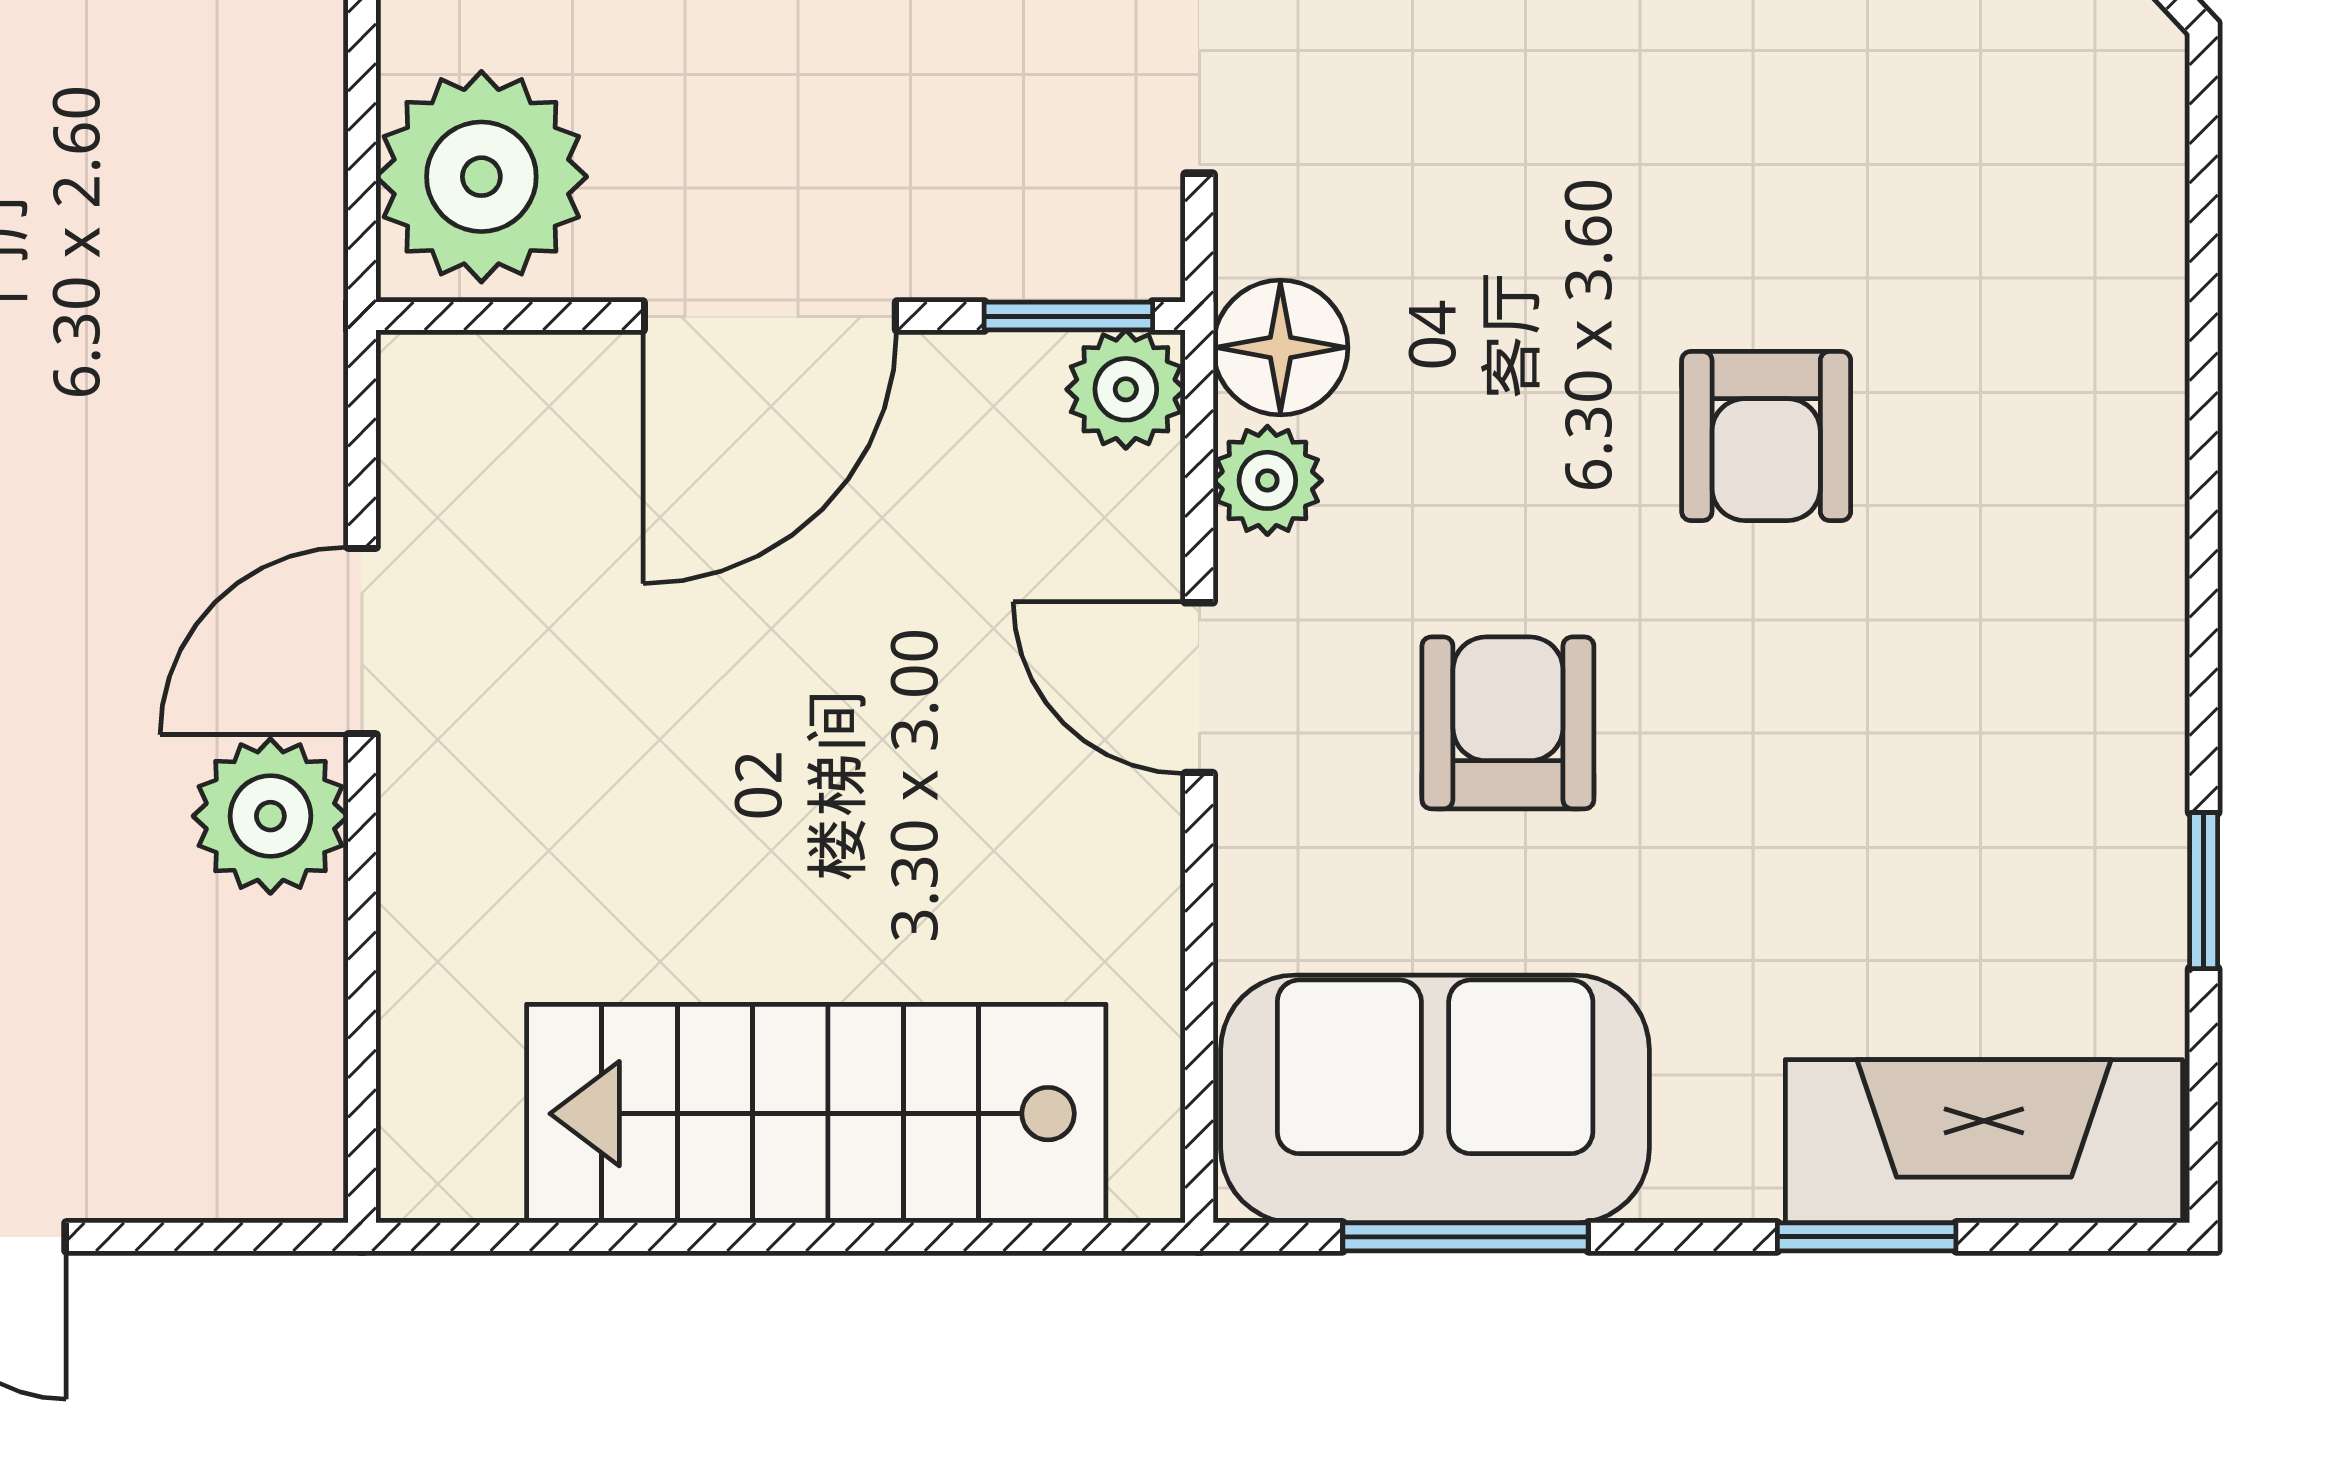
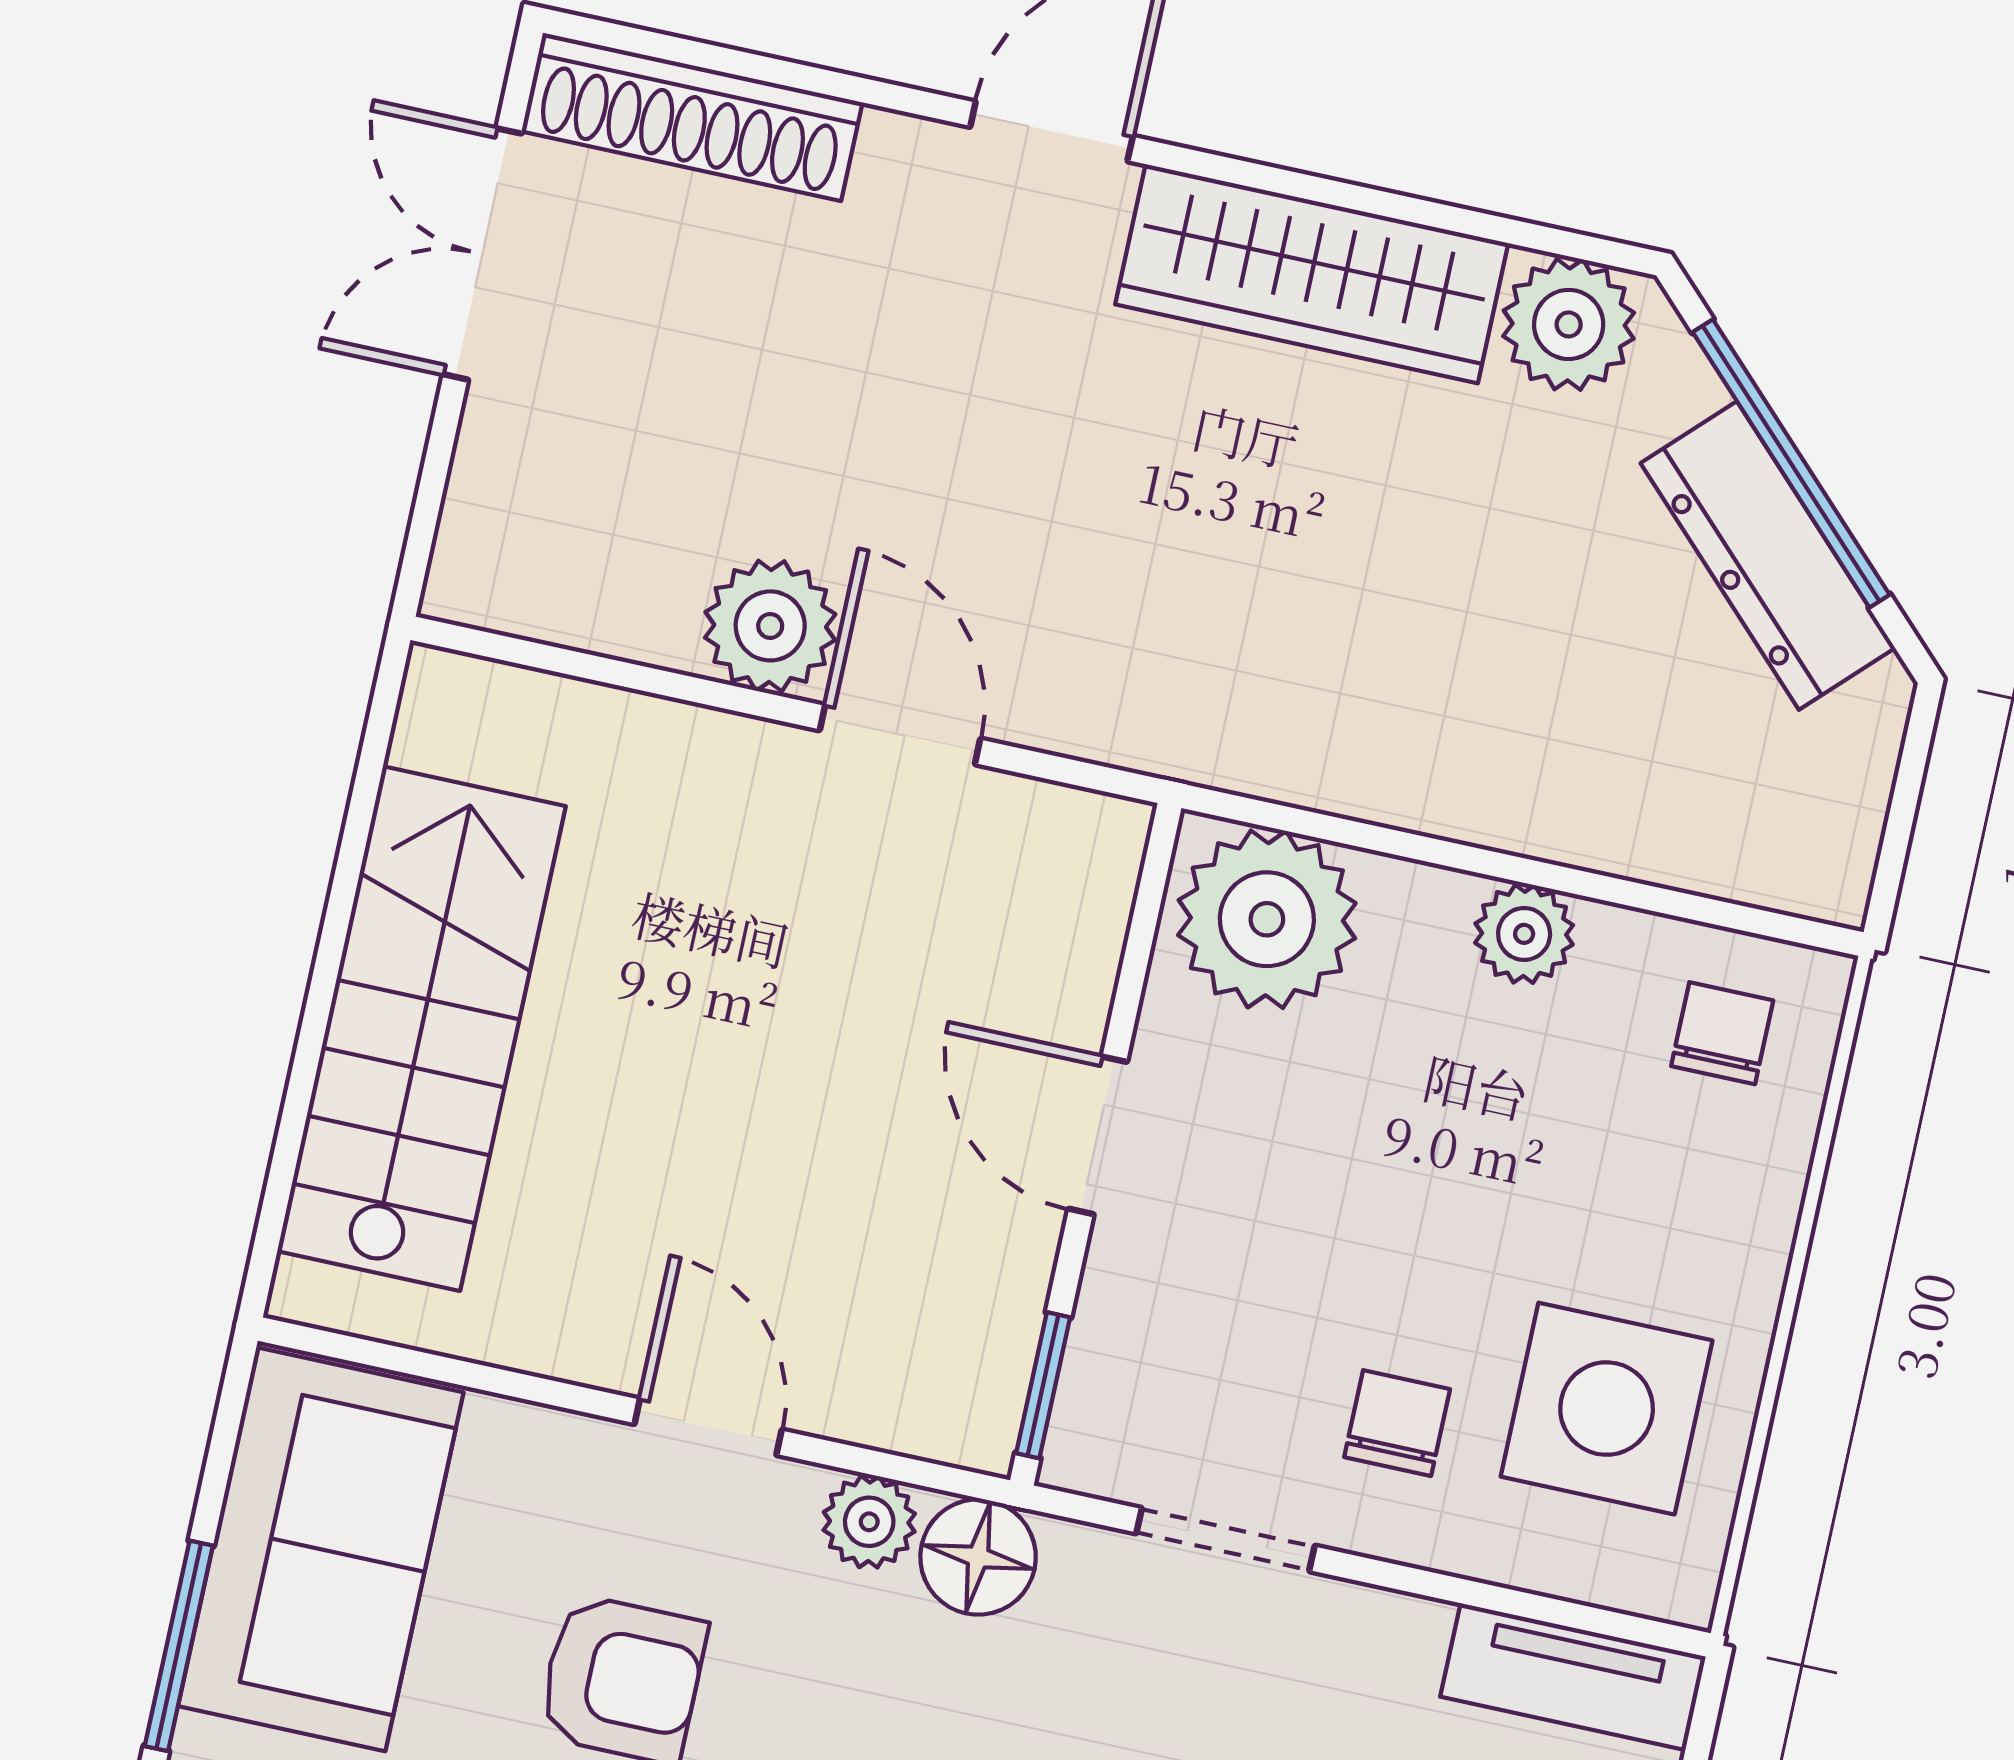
door: (770, 316) -> (1098, 1135), width x0.73
plant: (1126, 389) -> (971, 1420), removed
door: (1199, 688) -> (708, 1427), hinge flipped
window: (1465, 1237) -> (179, 1646), moved

